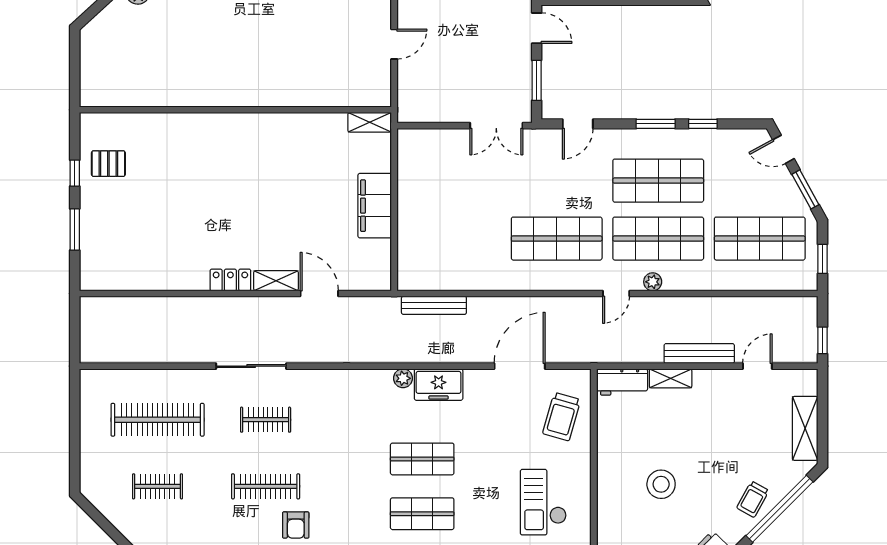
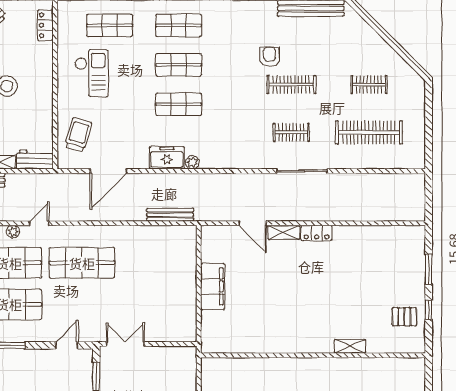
shelving: (370, 122) -> (350, 346), moved

